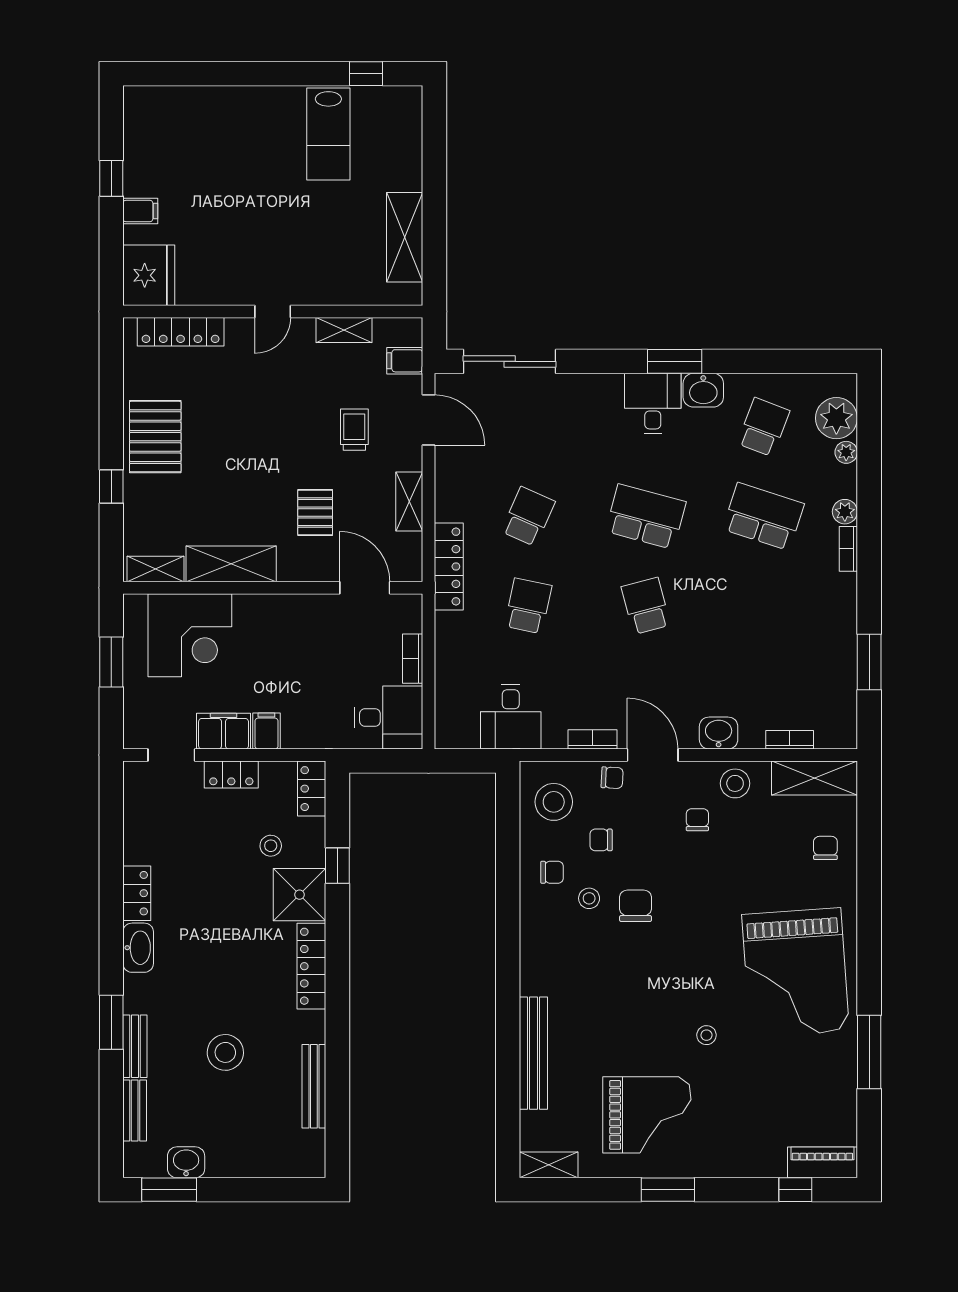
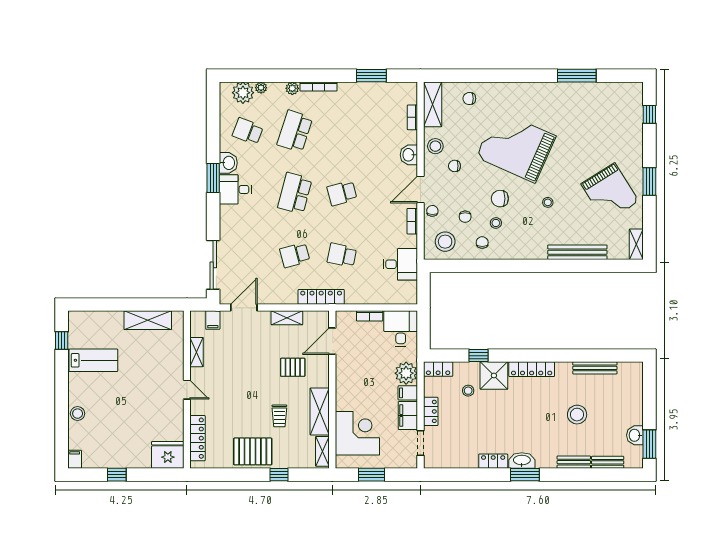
stool: (227, 104) -> (78, 414), added
filing cabinet: (140, 211) -> (75, 459), moved
trolley: (354, 430) -> (279, 416), moved, turned -90
school desk: (528, 517) -> (295, 255), turned -39
bookcase: (848, 549) -> (318, 86), width x1.56
plant: (304, 728) -> (406, 373), added
grand piano: (795, 973) -> (516, 146), moved, turned -152
window: (111, 1022) -> (525, 475), moved
stool: (706, 1035) -> (548, 202), moved
grand piano: (647, 1115) -> (610, 193), turned 148
piano: (822, 1162) -> (635, 100), removed

